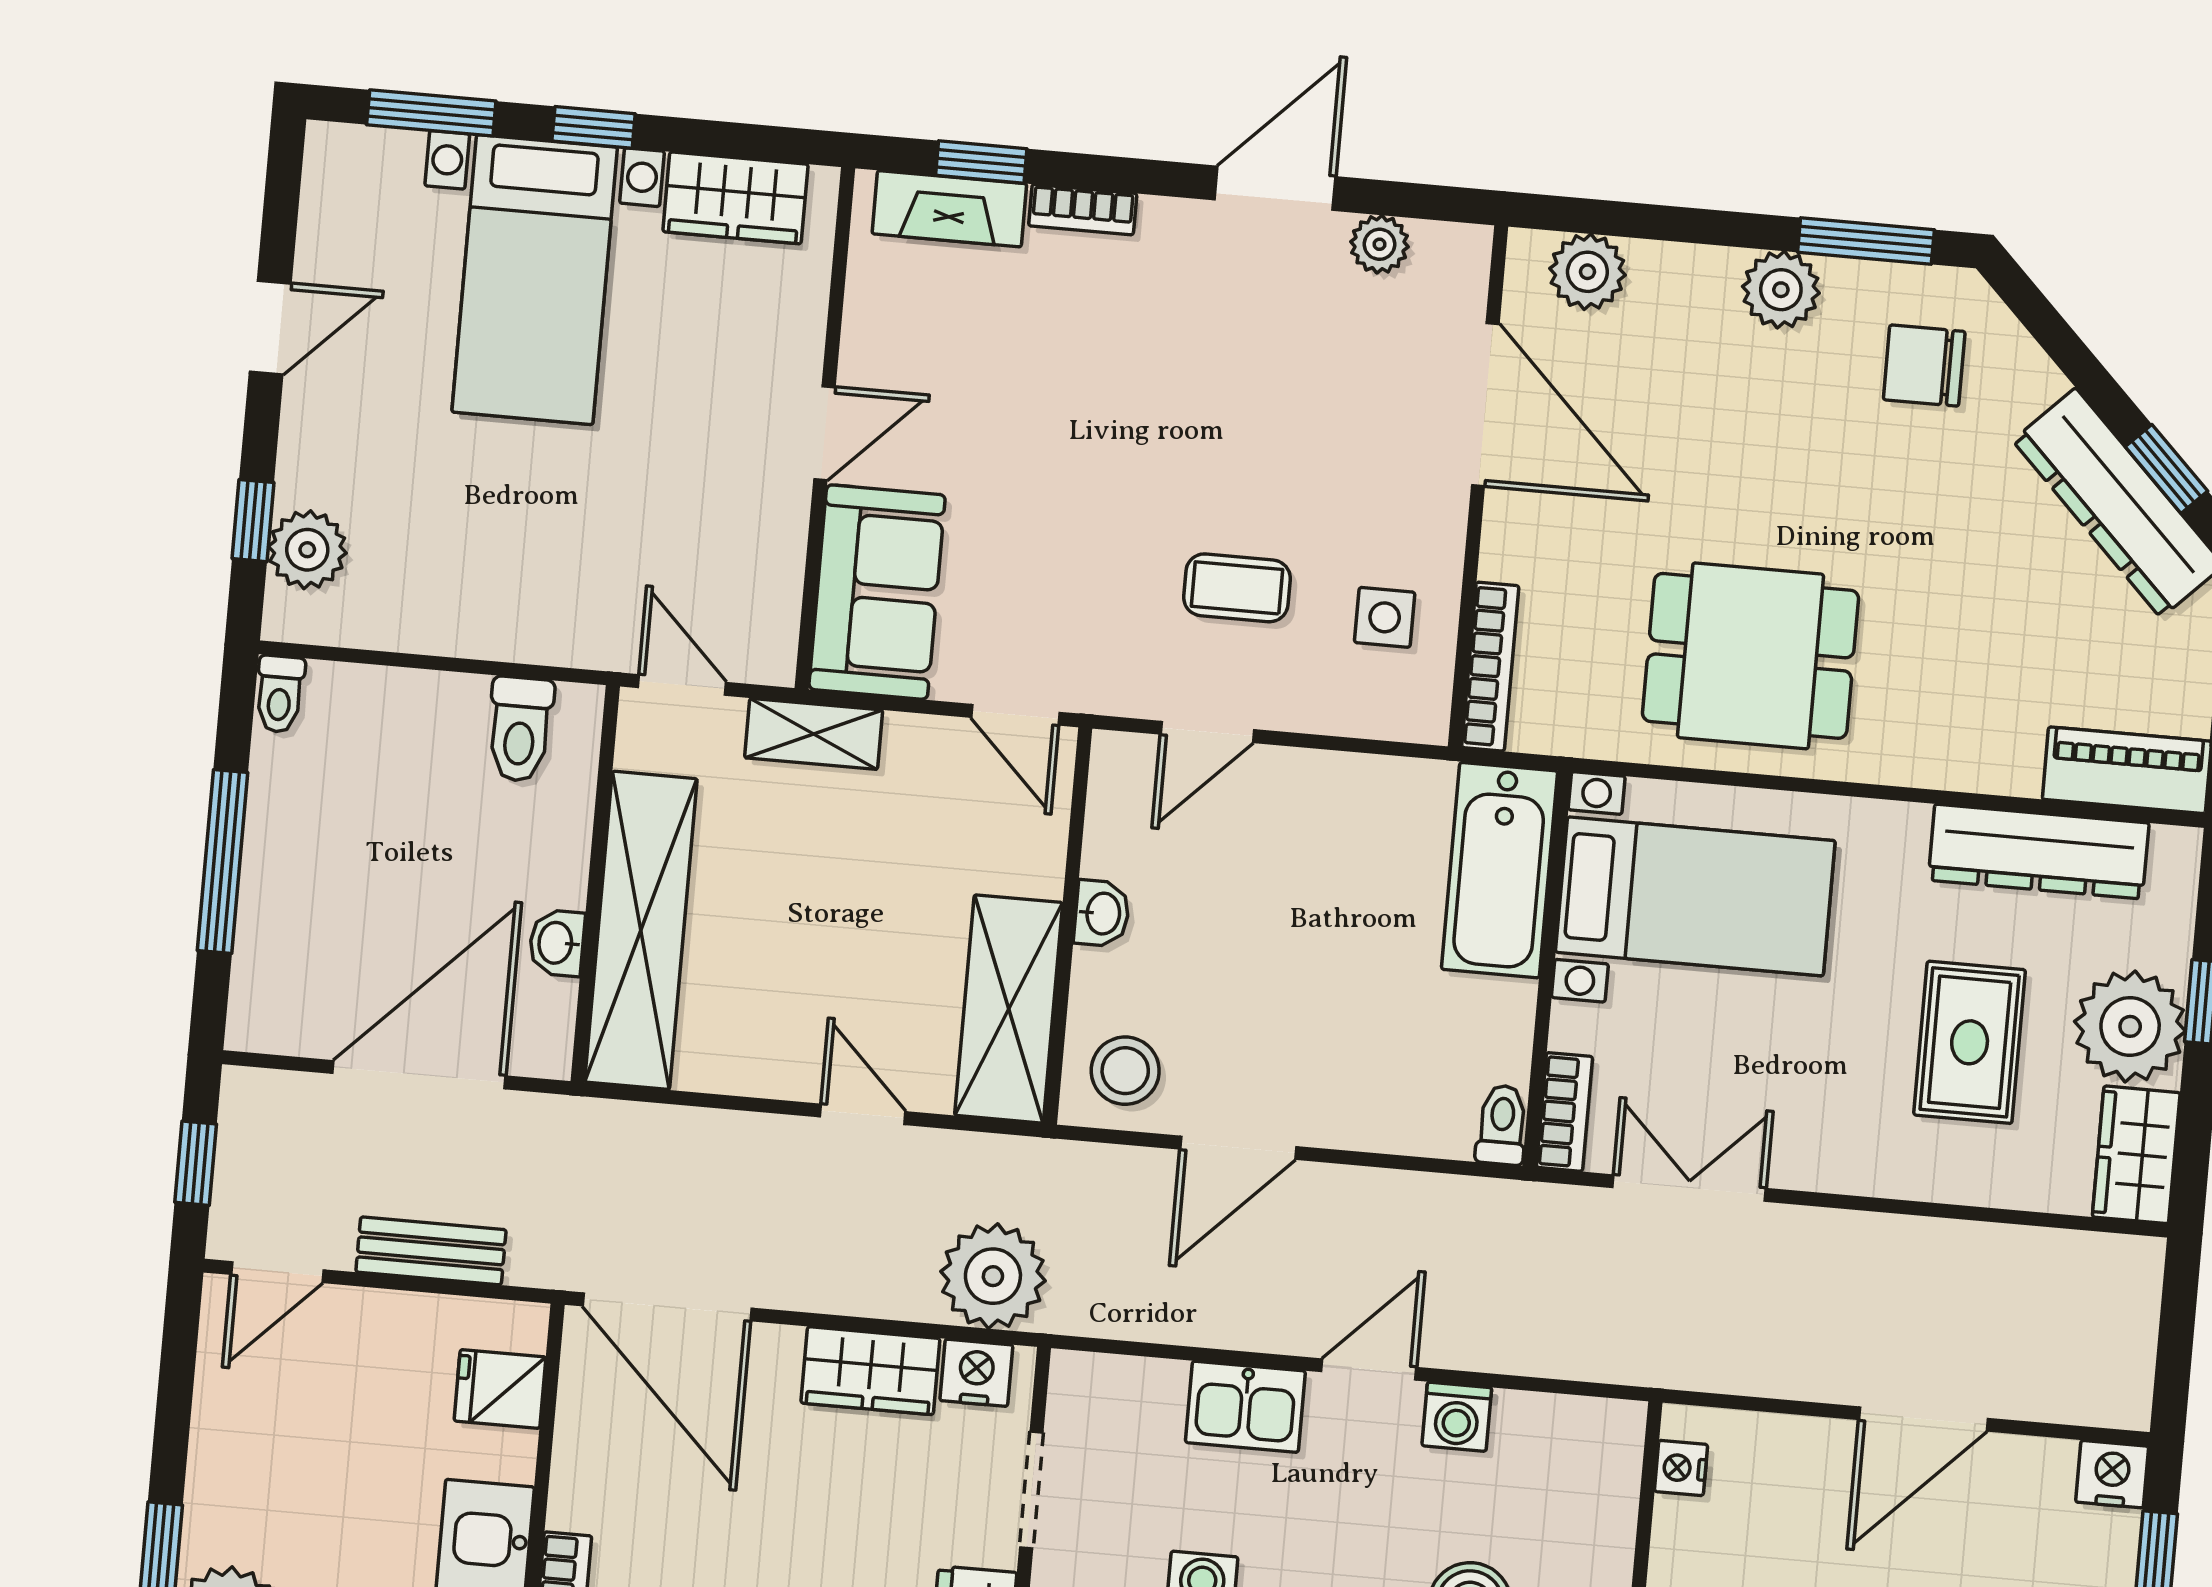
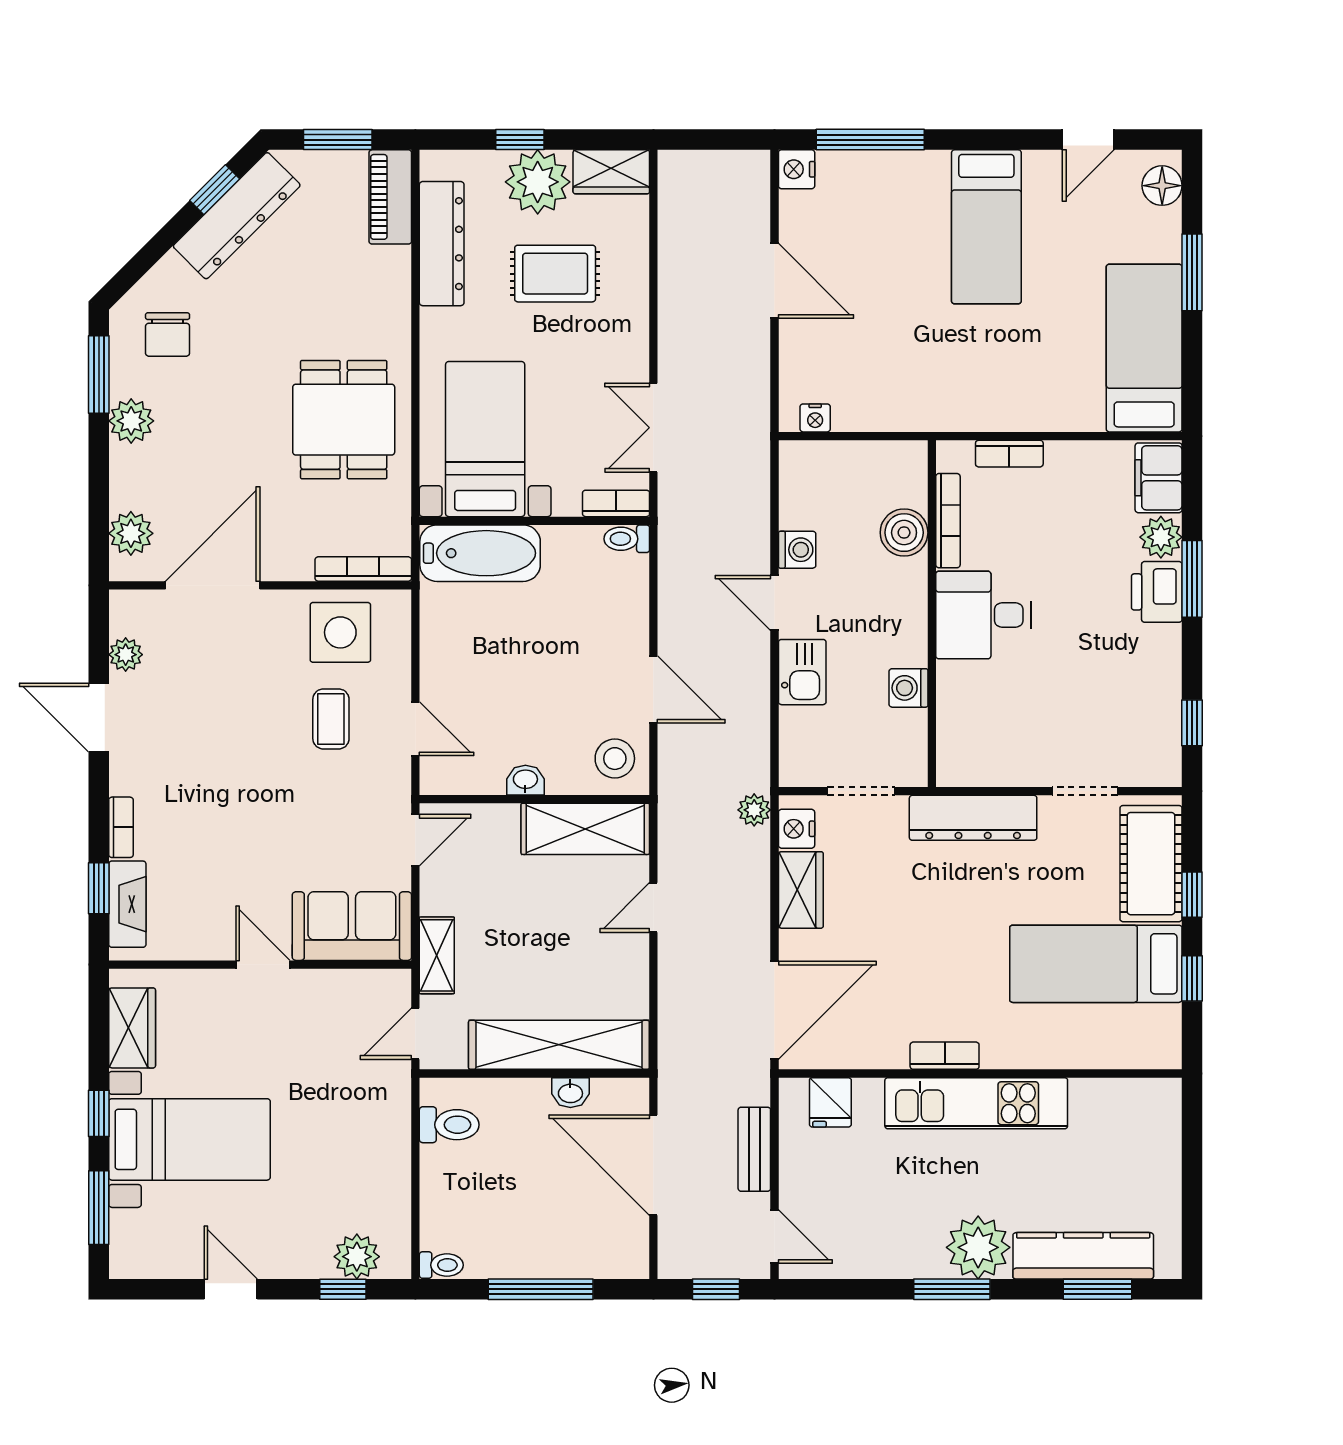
side table: (1385, 617) -> (340, 632), width x1.87, depth x1.87
plant: (993, 1276) -> (754, 810), width x0.53, depth x0.53

